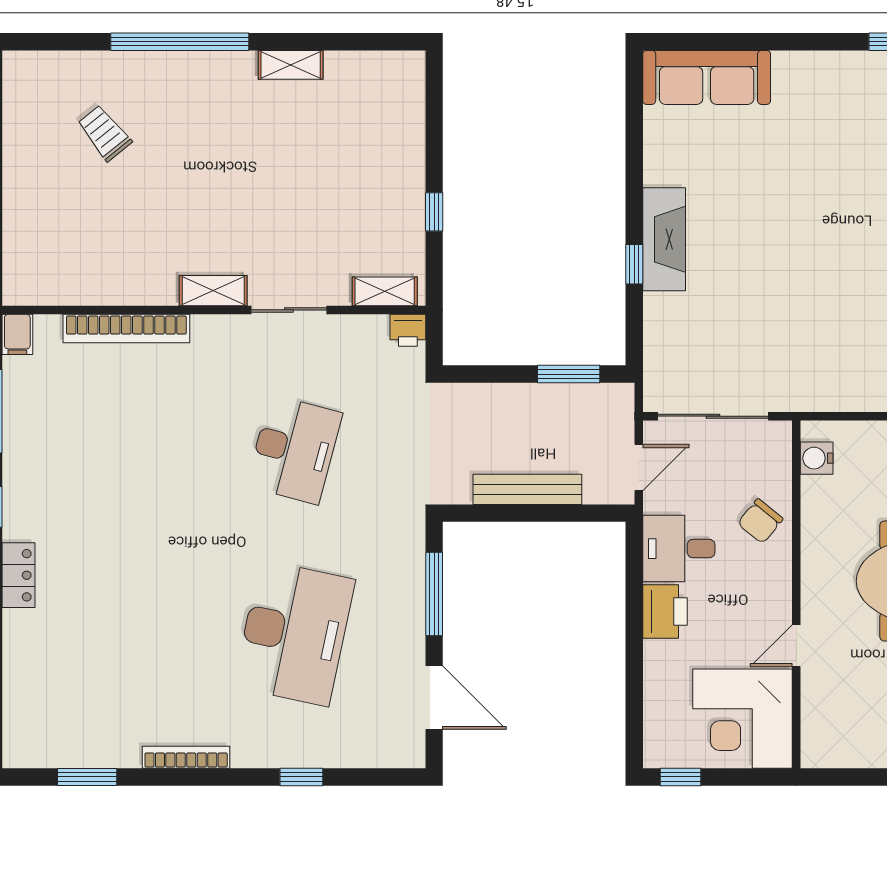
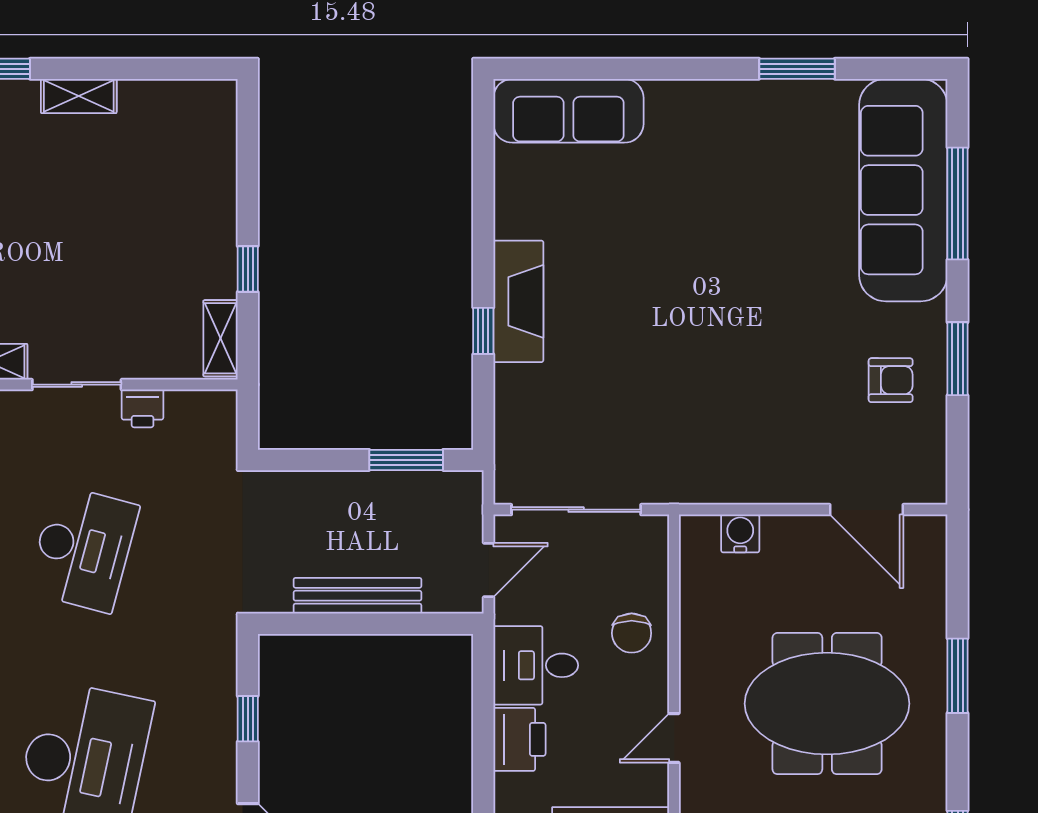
shelving: (385, 291) -> (221, 338), moved, turned 90
printer: (408, 330) -> (143, 408), moved
water cooler: (817, 458) -> (740, 533), moved, turned 90
chair: (760, 521) -> (632, 633), turned -39
window: (434, 594) -> (248, 719), width x0.46
door: (796, 646) -> (674, 738), moved

